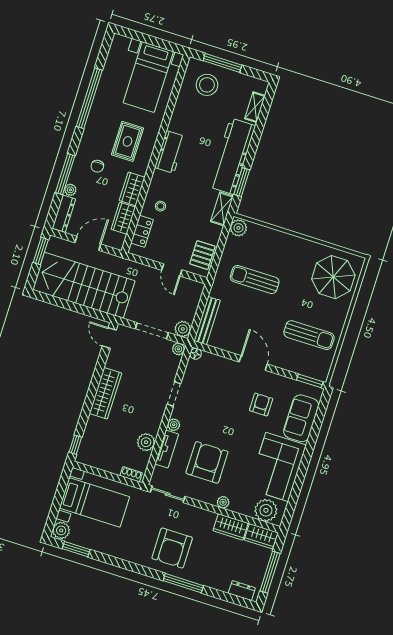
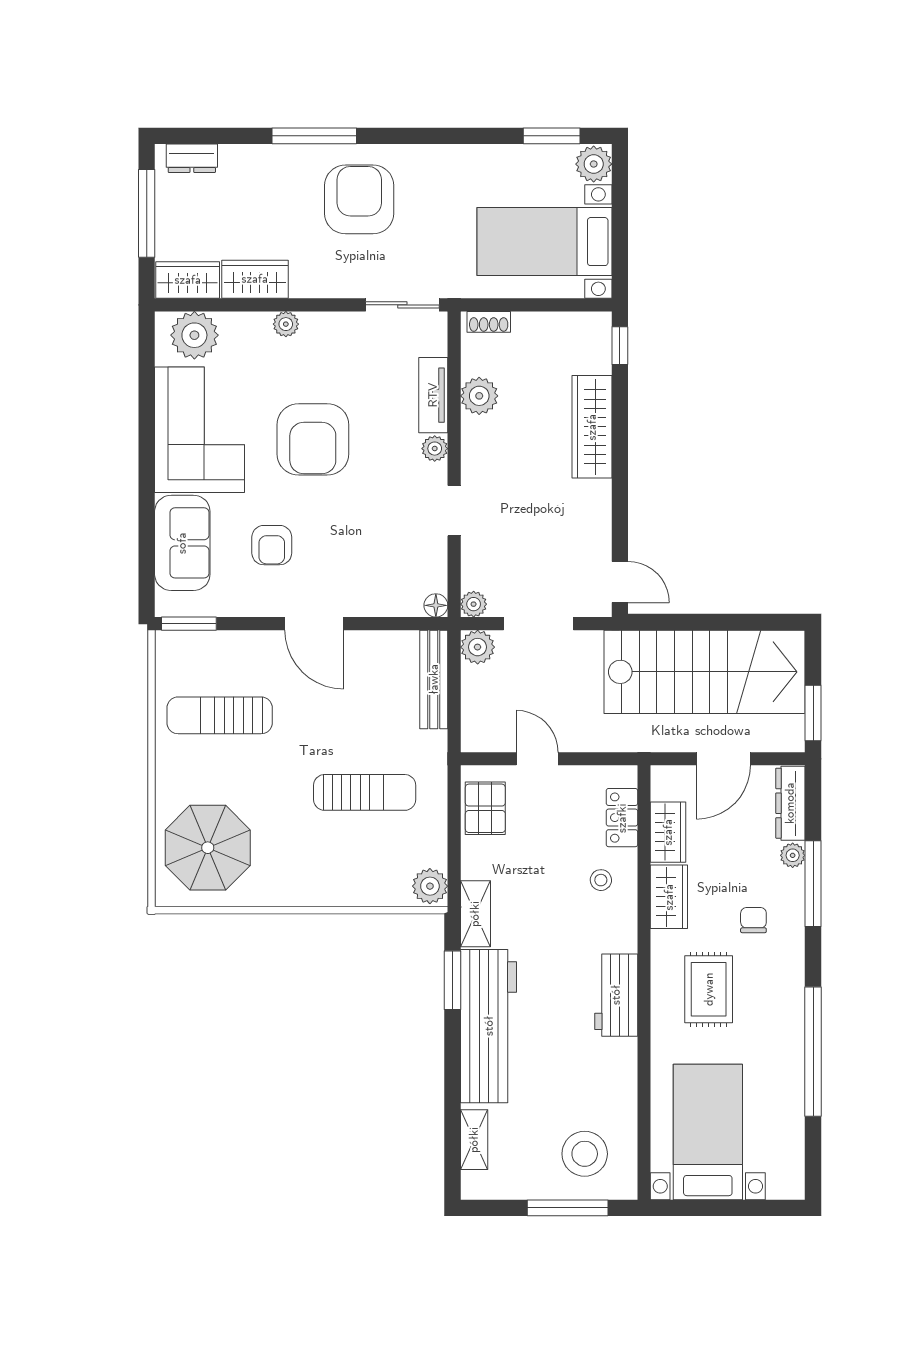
wardrobe: (106, 393) -> (592, 427), moved
armchair: (207, 462) -> (313, 439), moved

